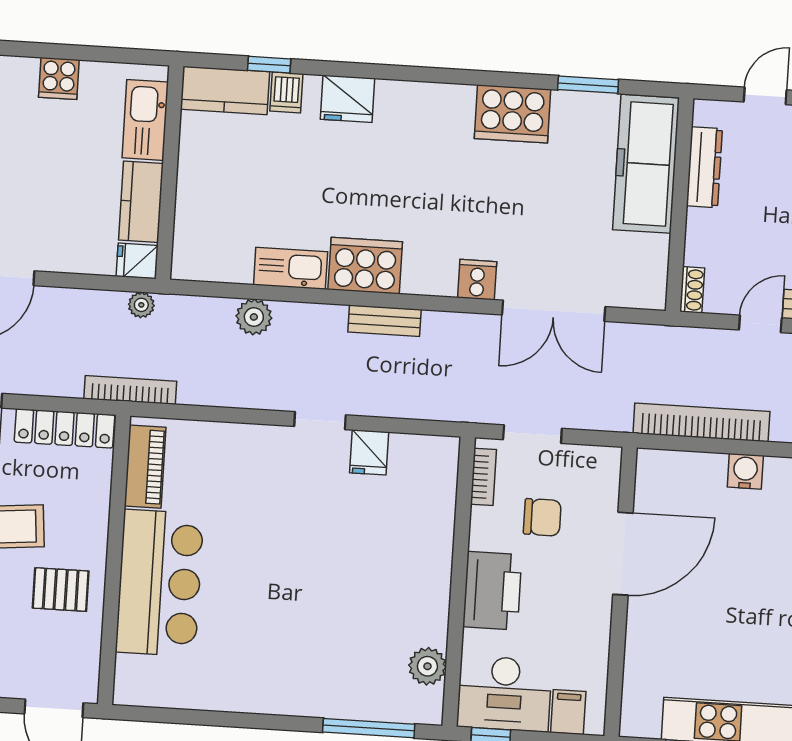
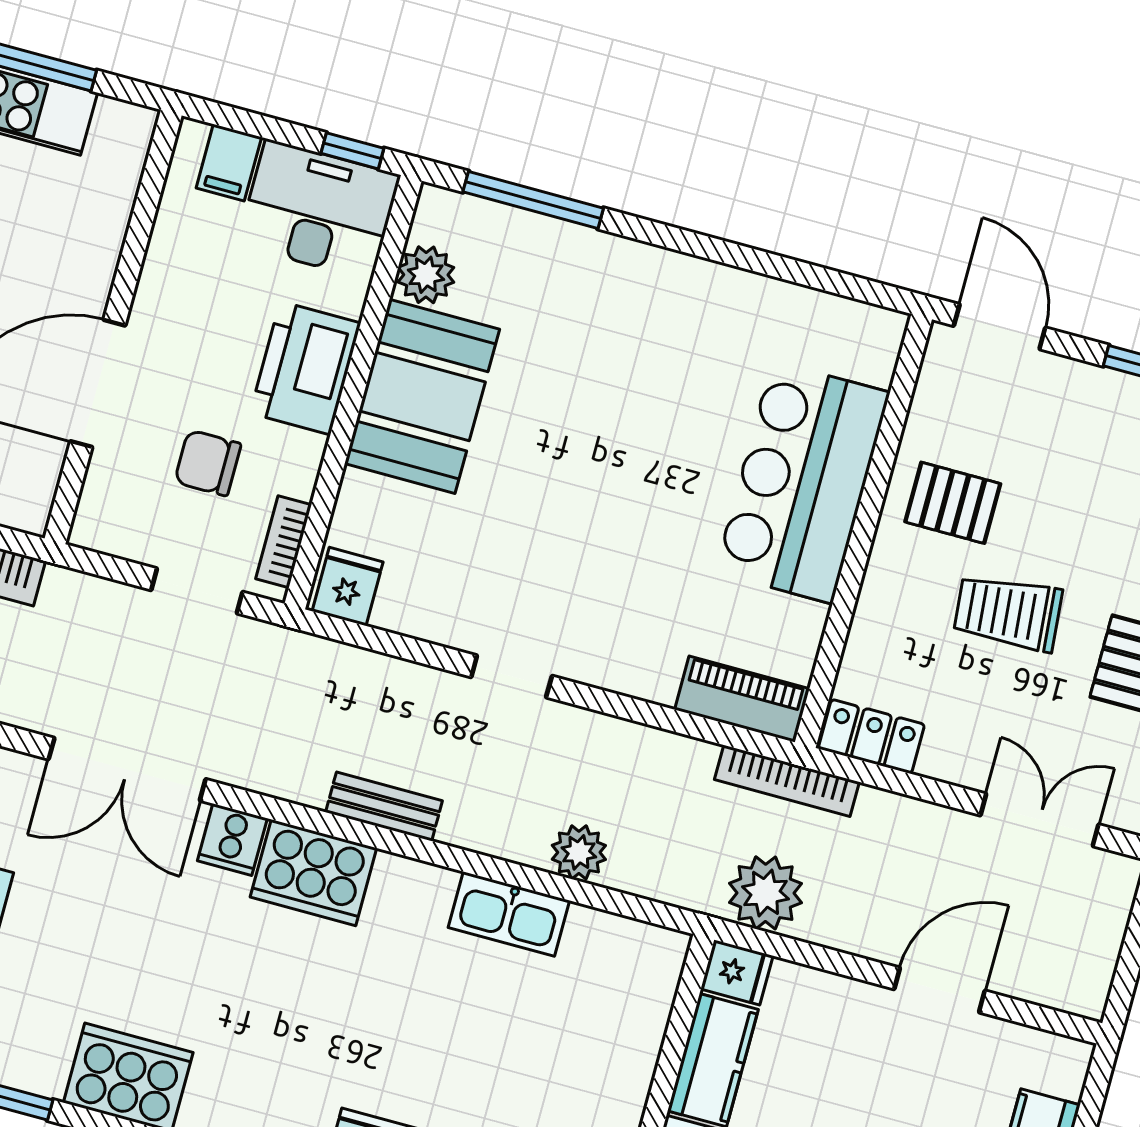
cooker: (365, 266) -> (313, 873), moved
plant: (141, 305) -> (766, 893), width x1.87, depth x1.87
double door: (554, 311) -> (127, 769), swing flipped
locker: (65, 428) -> (871, 736), width x0.66
fridge: (369, 452) -> (348, 586), moved
piano: (145, 467) -> (742, 699), moved, turned 90
booth: (414, 588) -> (422, 396), added

